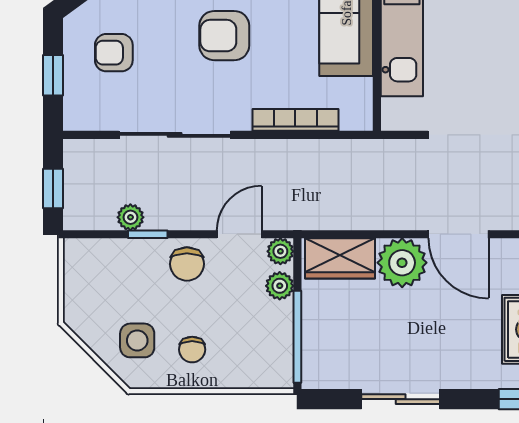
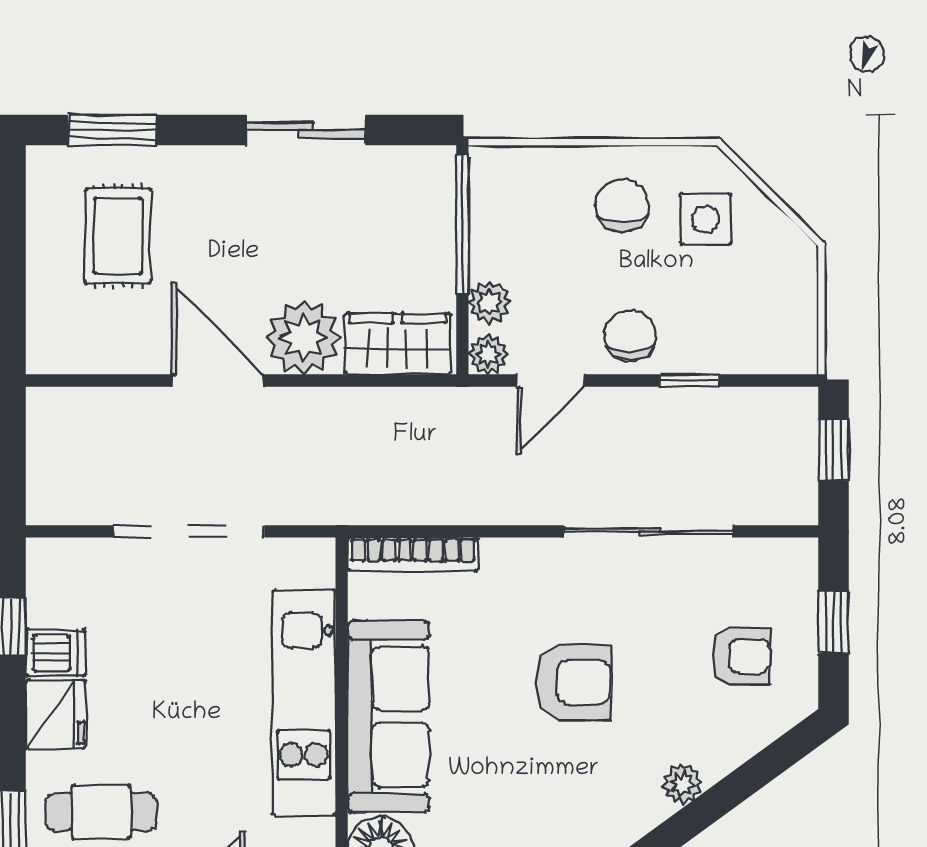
bookcase: (295, 120) -> (413, 554), moved
plant: (130, 217) -> (716, 406), removed
chair: (192, 350) -> (622, 205), width x1.37, depth x1.37

